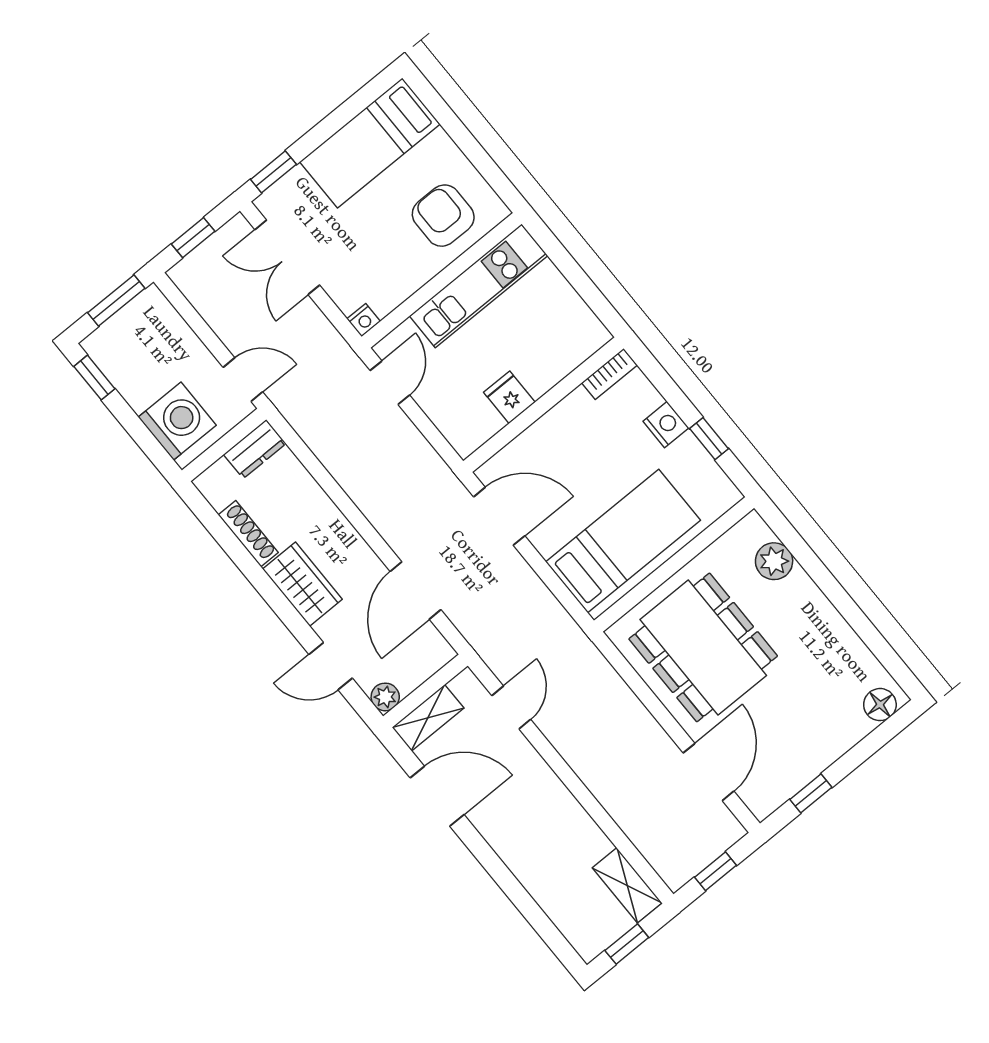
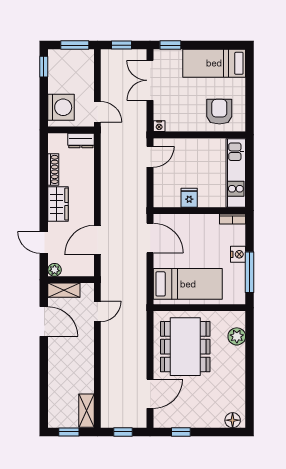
kitchen unit: (478, 286) -> (236, 173), moved, turned 90
window: (709, 439) -> (250, 272), width x2.17

